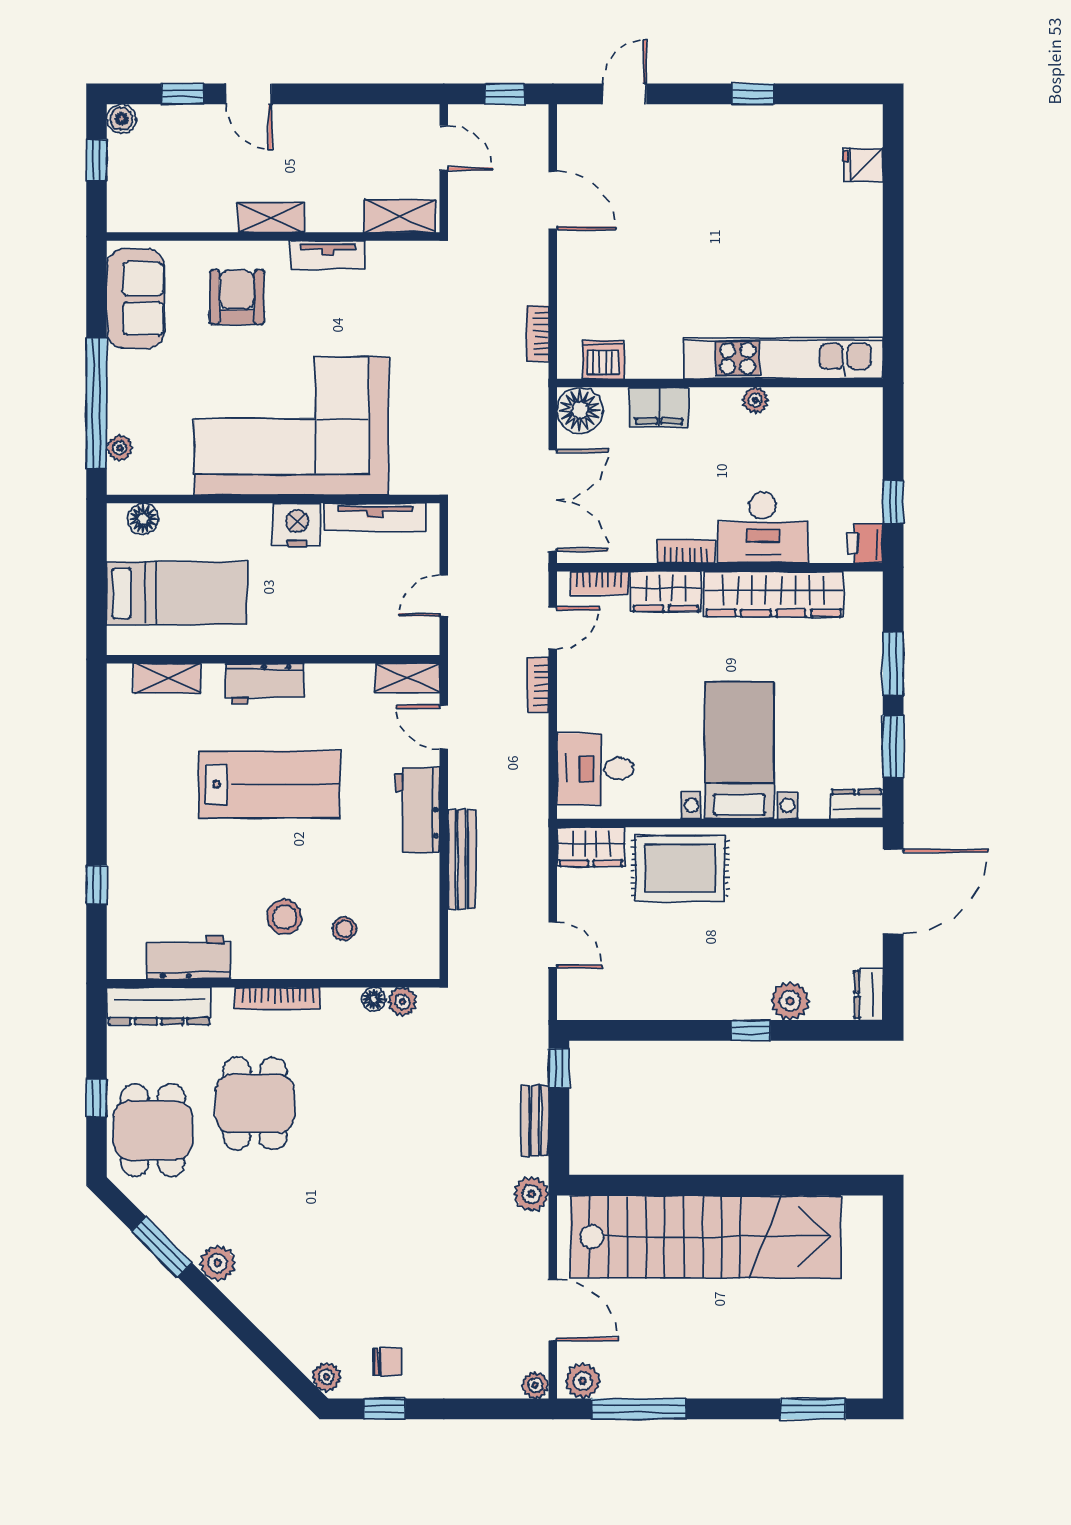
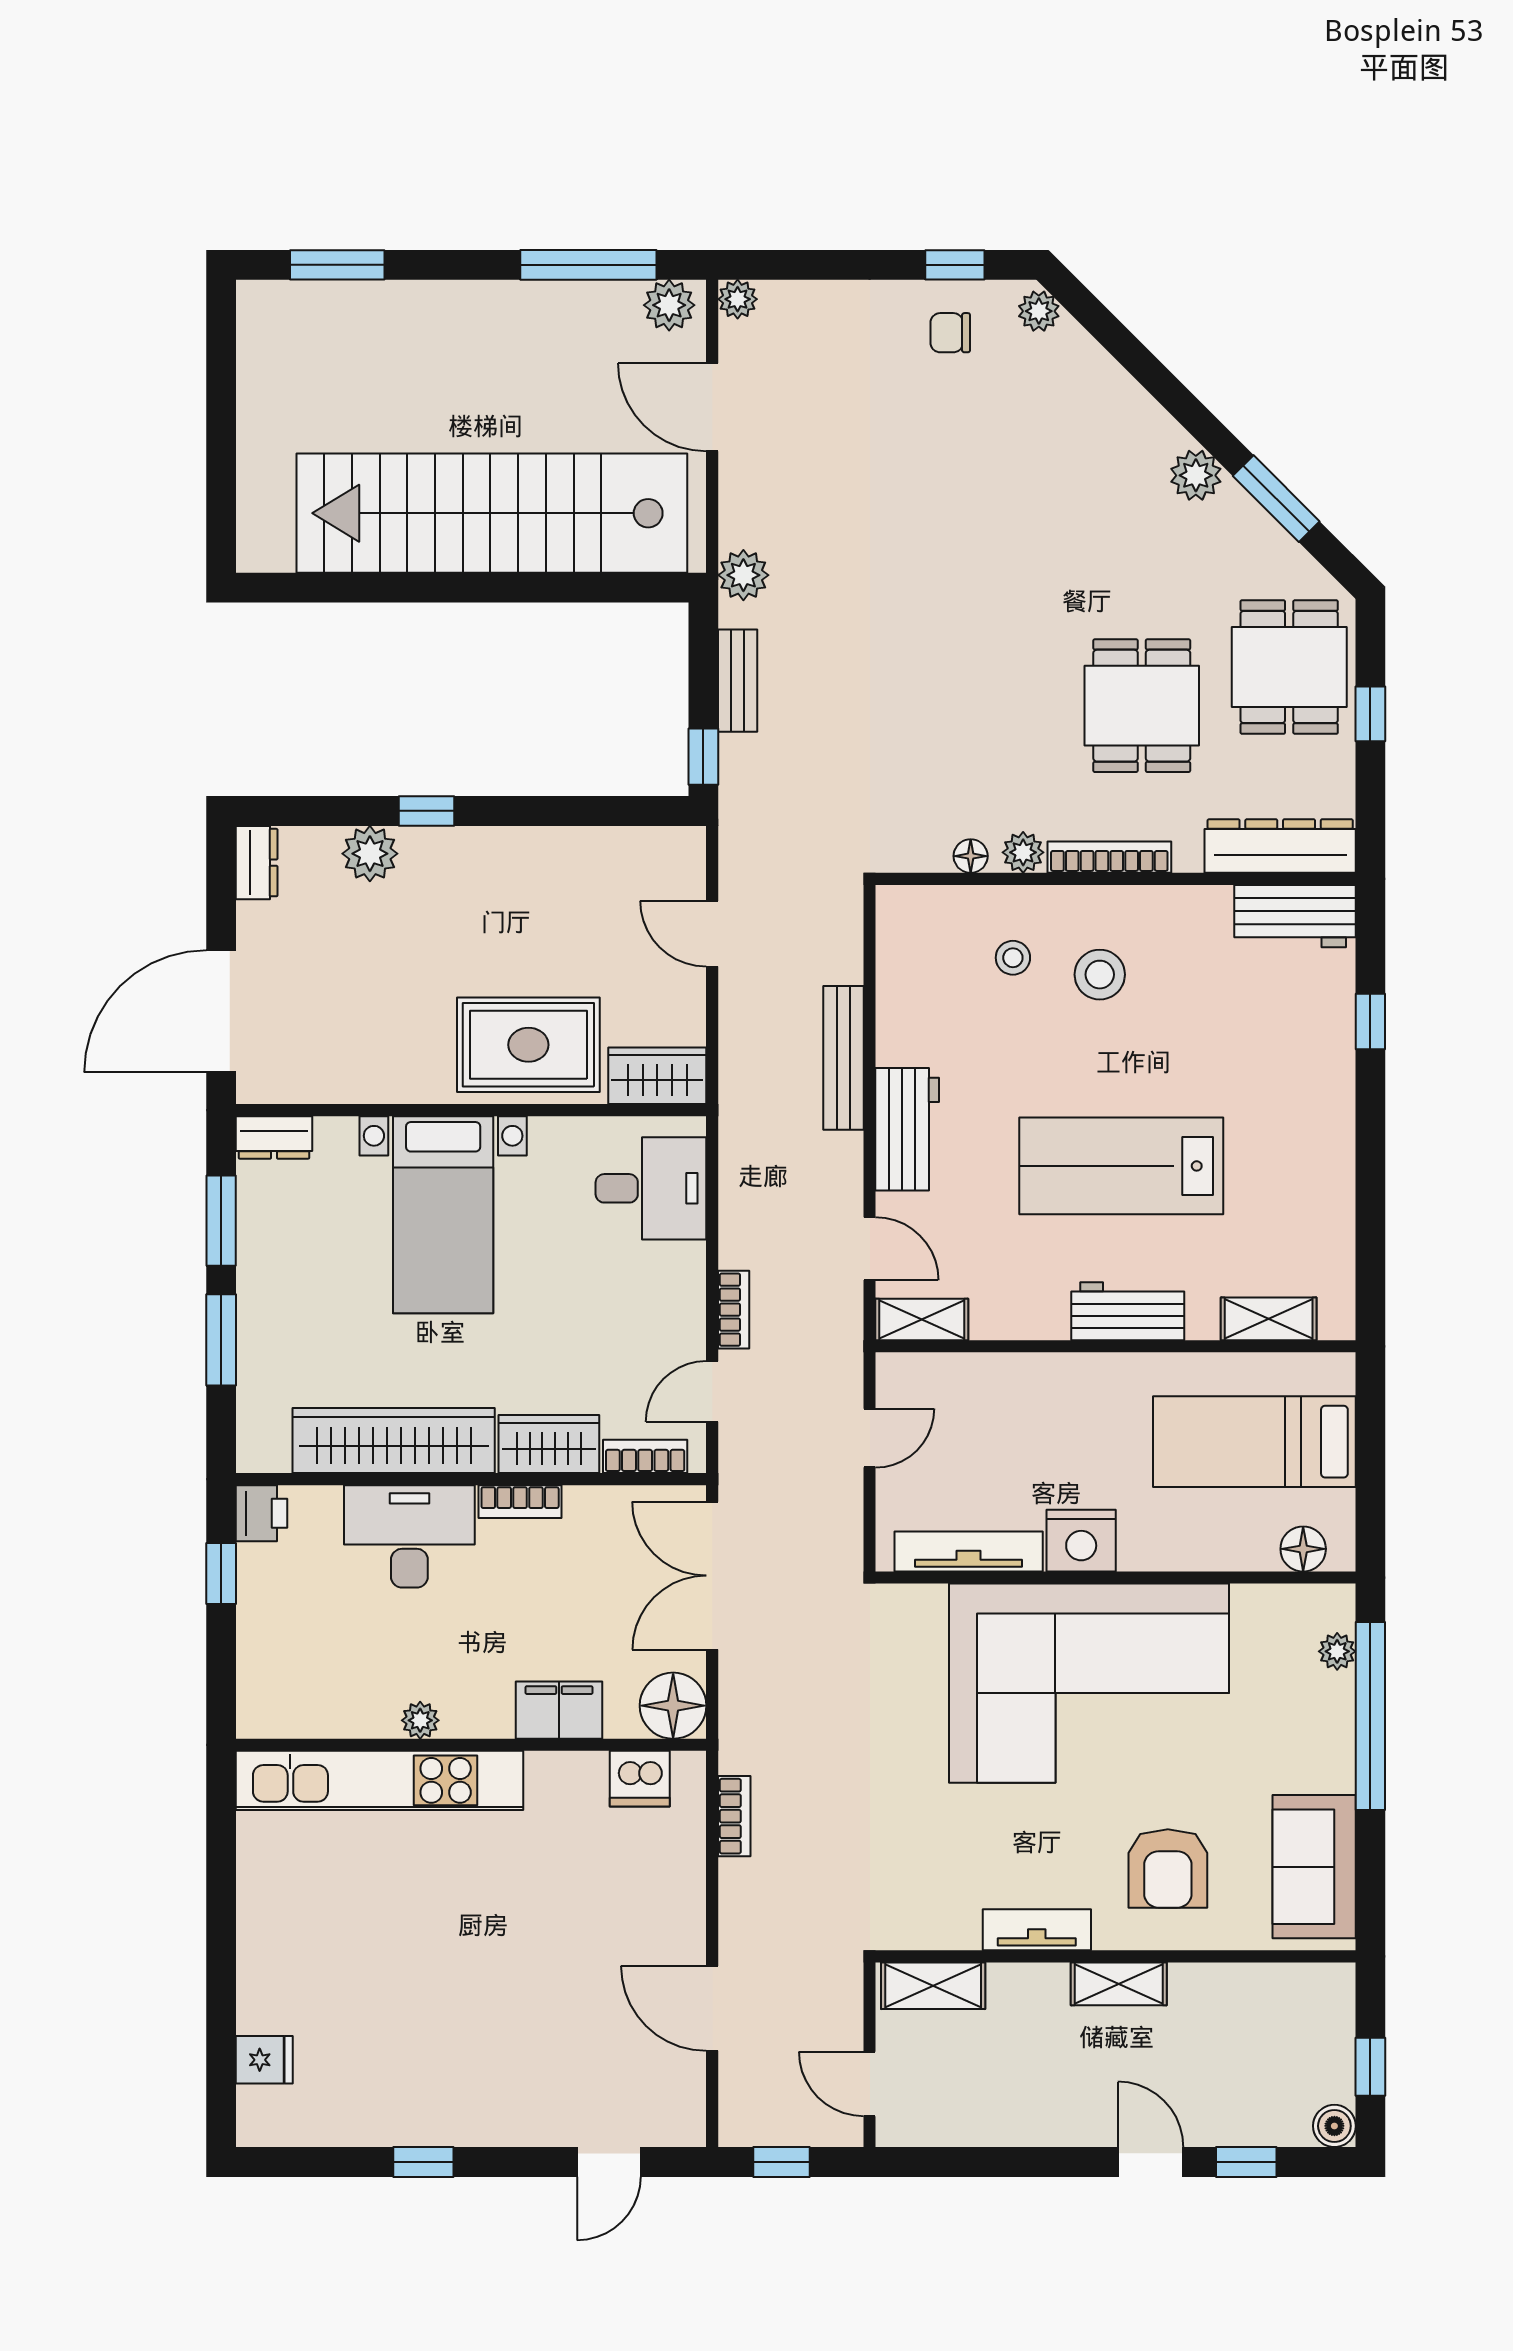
workbench: (188, 958) -> (1295, 916), moved
plant: (402, 1002) -> (1023, 852), moved

